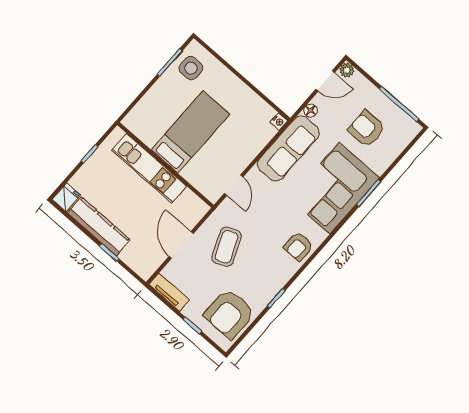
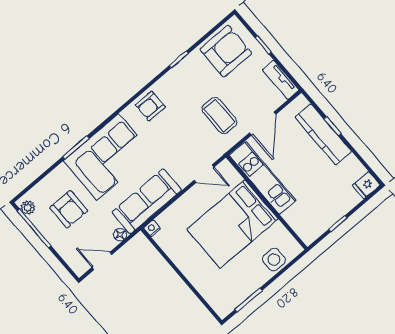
side table: (191, 68) -> (274, 260), moved
plant: (347, 70) -> (28, 207), moved
bed: (190, 132) -> (233, 224), width x1.50
kitchen unit: (149, 168) -> (263, 178), moved
door: (234, 185) -> (204, 174), swing flipped
kitchen counter: (99, 226) -> (323, 134), moved
armchair: (299, 246) -> (150, 106), turned 180
coffee table: (227, 247) -> (219, 116), turned -67

